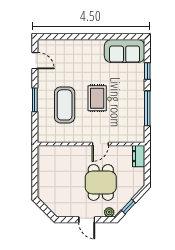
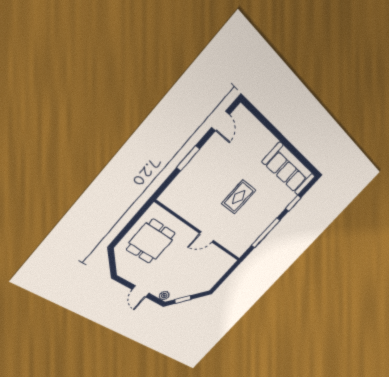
sofa: (125, 51) -> (289, 169), width x1.36
coffee table: (65, 105) -> (209, 183), removed
dresser: (139, 156) -> (226, 266), removed
dining table: (101, 182) -> (151, 241), moved

